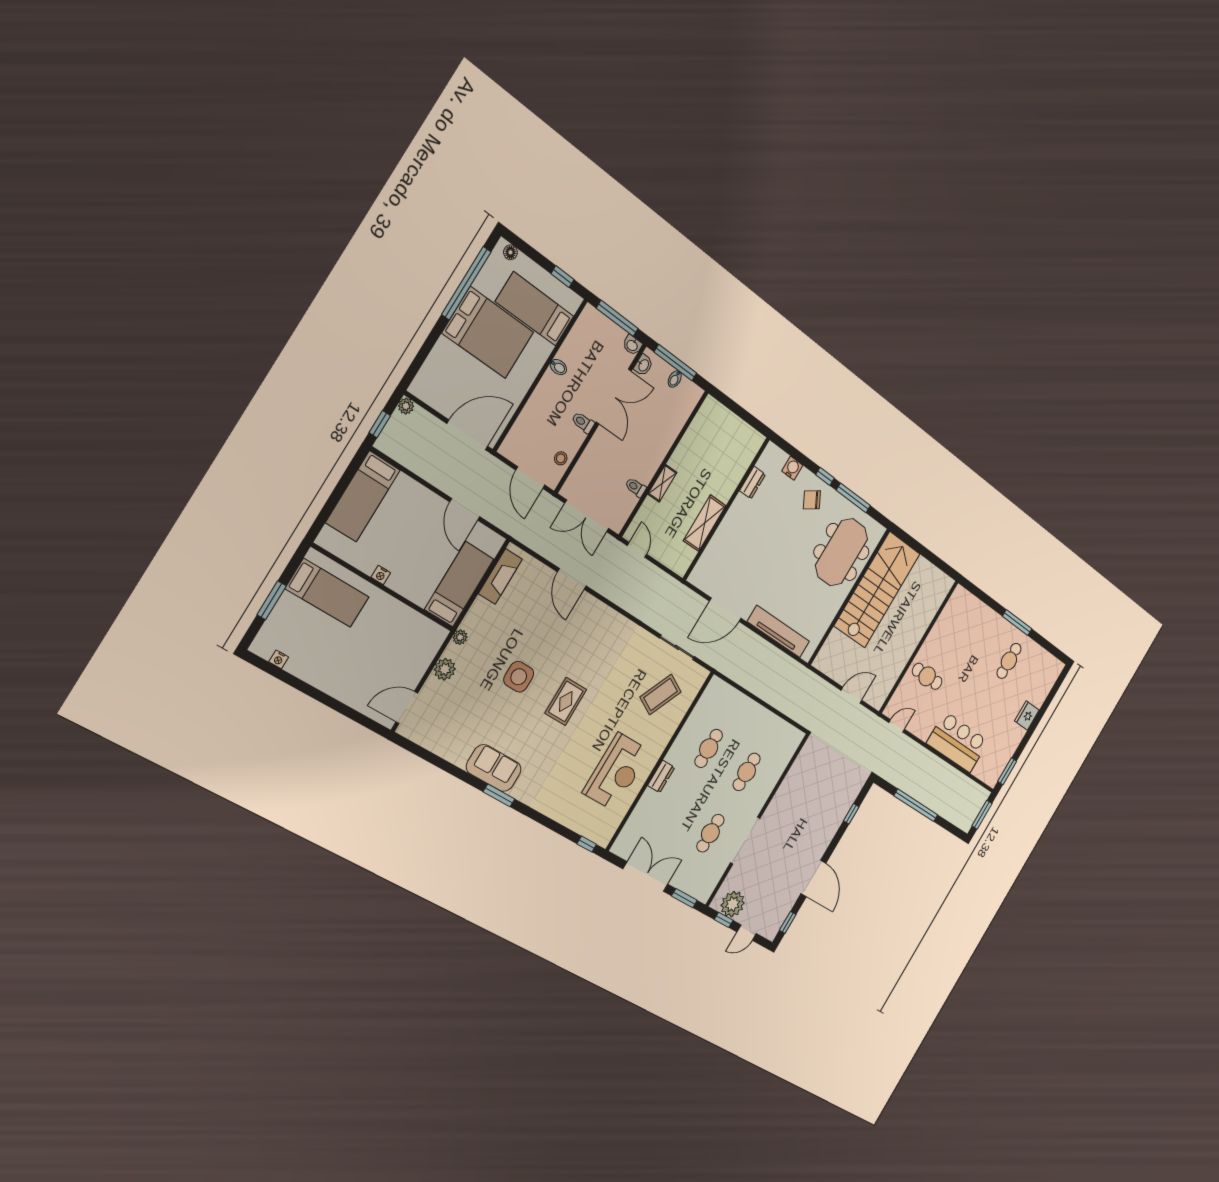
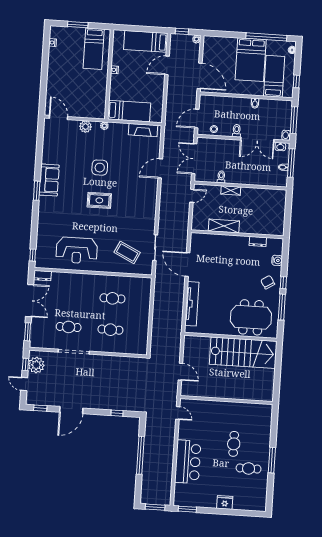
door: (465, 509) -> (167, 65), moved
cafe table: (927, 676) -> (234, 444), moved
dresser: (661, 776) -> (42, 276), moved

